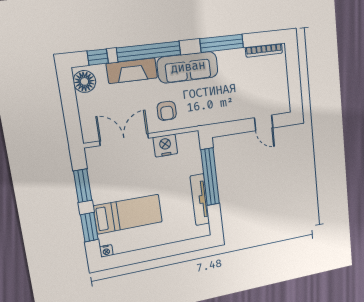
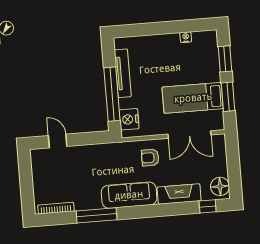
window: (149, 51) -> (163, 210), removed
armchair: (167, 111) -> (150, 158), turned -90
nightstand: (165, 146) -> (129, 119), moved, turned 90
bed: (128, 214) -> (193, 98), moved
nightstand: (106, 251) -> (186, 37), moved

